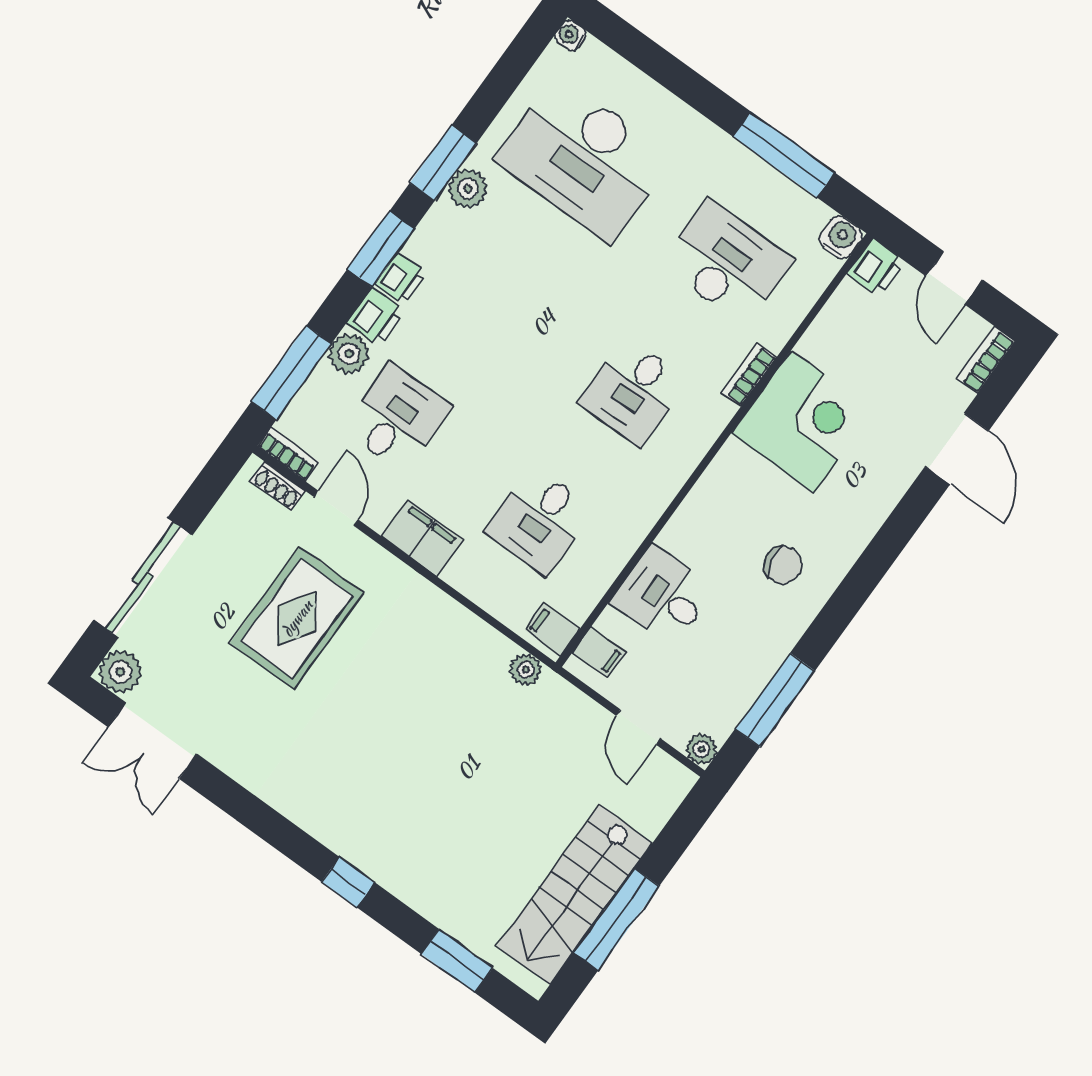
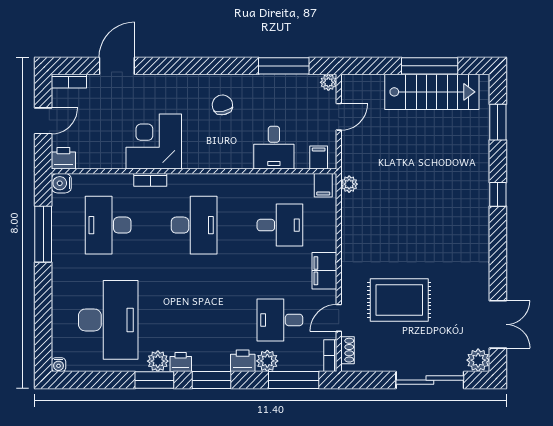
printer: (400, 279) -> (181, 362), moved
desk: (633, 391) -> (194, 225), width x1.37

